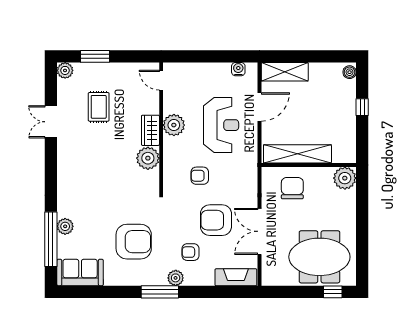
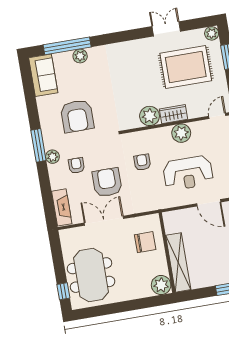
rug: (99, 107) -> (186, 67), width x1.86, depth x2.06
shelving: (297, 154) -> (178, 262), moved

